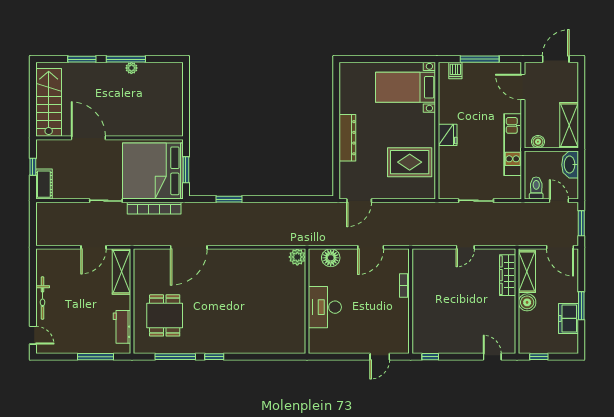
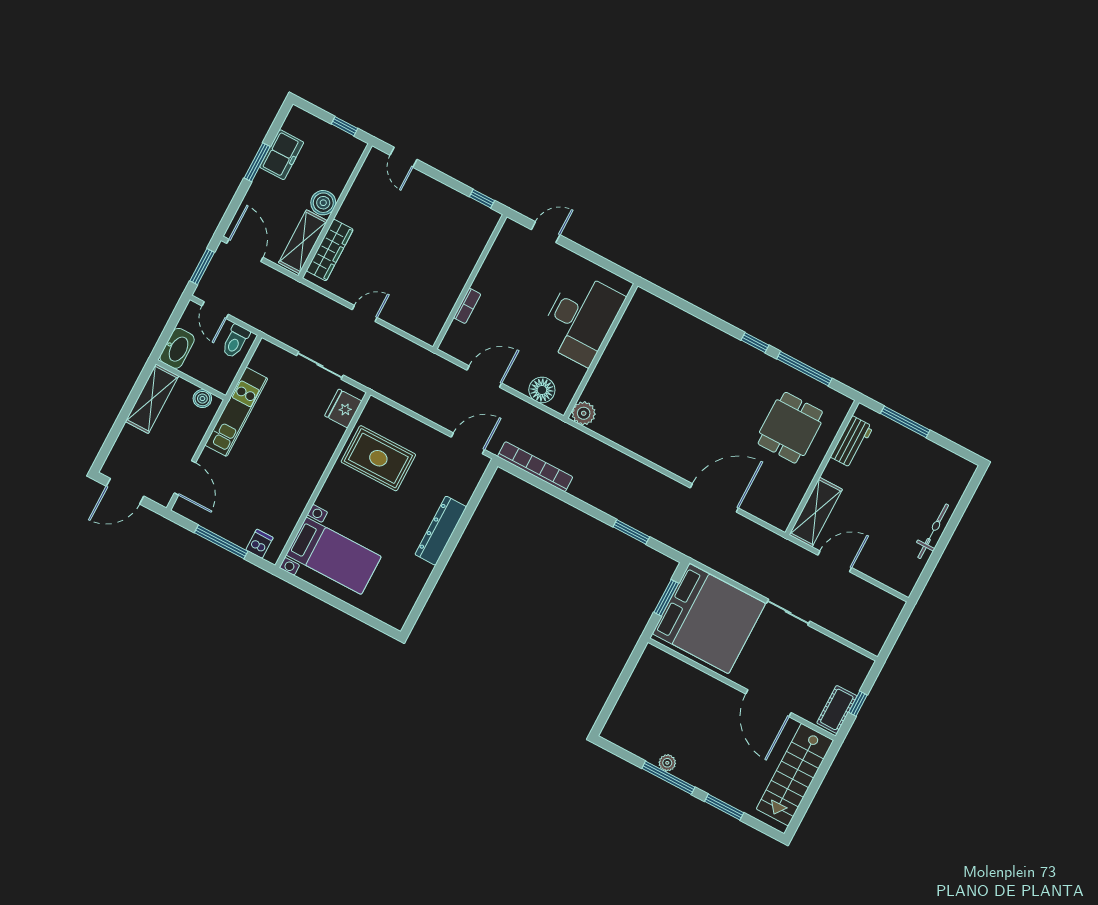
fridge: (448, 135) -> (343, 409), moved
cot: (44, 184) -> (837, 709), moved
bookcase: (154, 208) -> (535, 467), moved
desk: (325, 307) -> (581, 319), width x1.36, depth x1.30
door: (33, 335) -> (970, 491), removed

